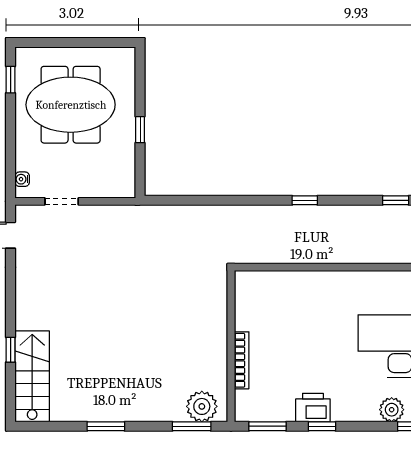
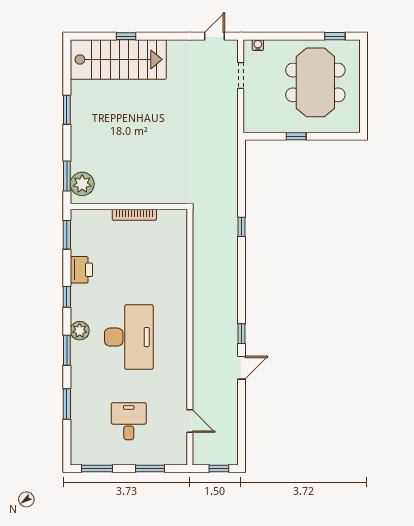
window: (305, 200) -> (242, 227), moved
bookcase: (242, 360) -> (134, 215), moved
stairs: (32, 376) -> (118, 59), width x1.36, depth x1.51
window: (322, 426) -> (67, 297), moved

